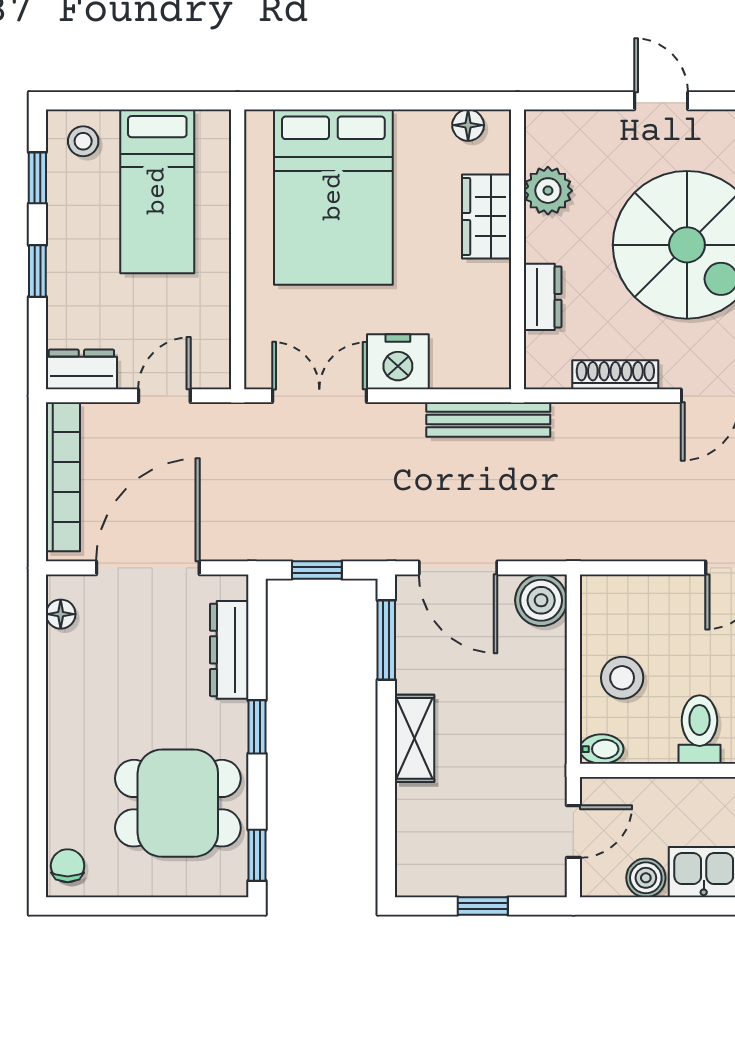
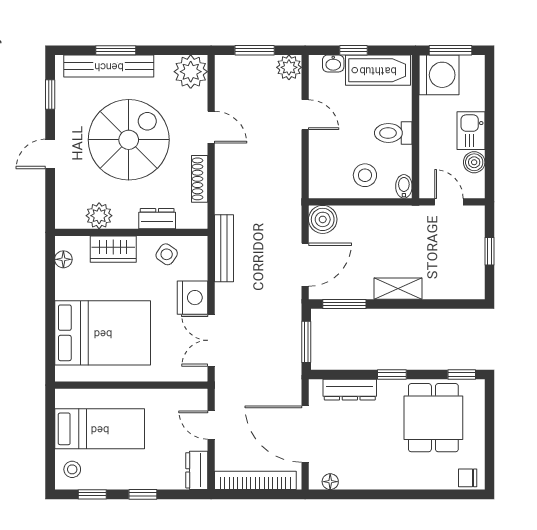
side table: (477, 314) -> (167, 254), added
window: (317, 570) -> (306, 342), width x1.50

